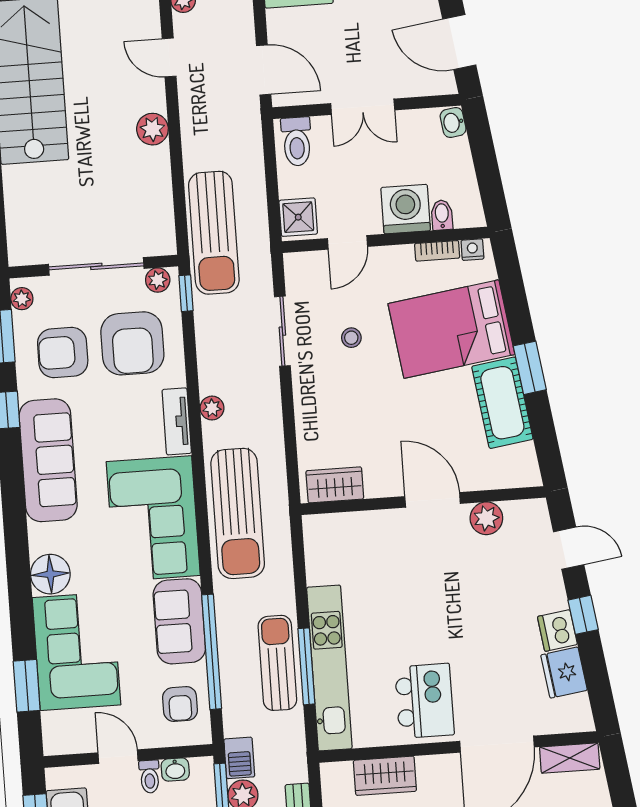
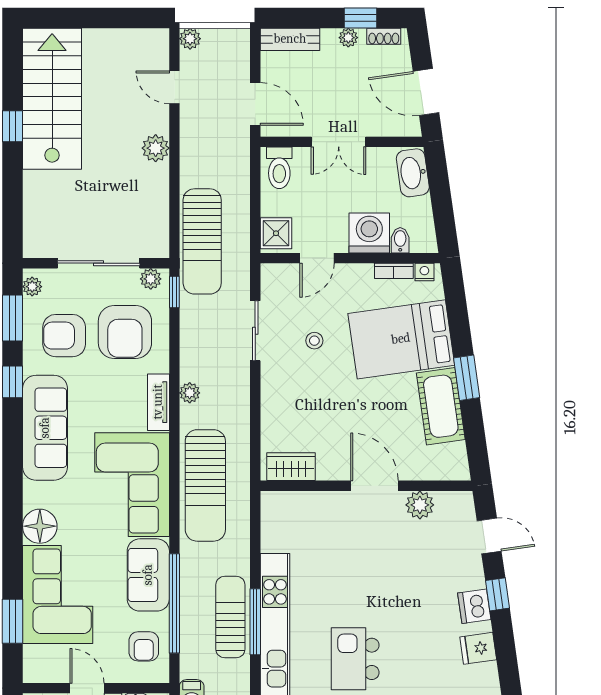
washbasin: (453, 123) -> (413, 173), width x1.91, depth x1.45
fridge: (564, 673) -> (478, 648), width x0.72
kitchen island: (424, 701) -> (355, 659), turned 180

